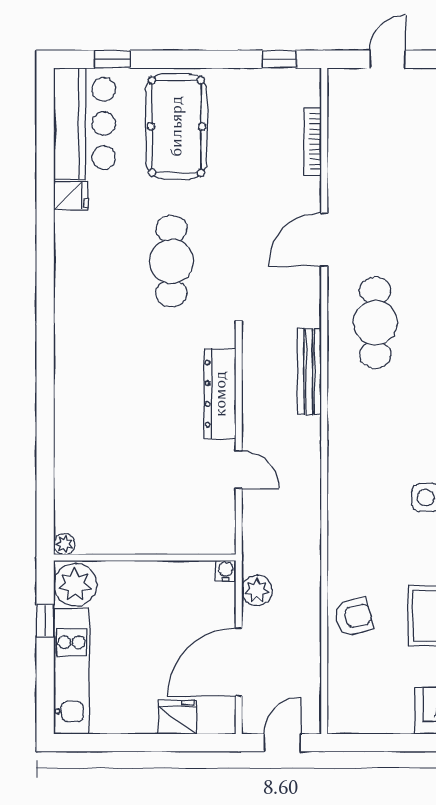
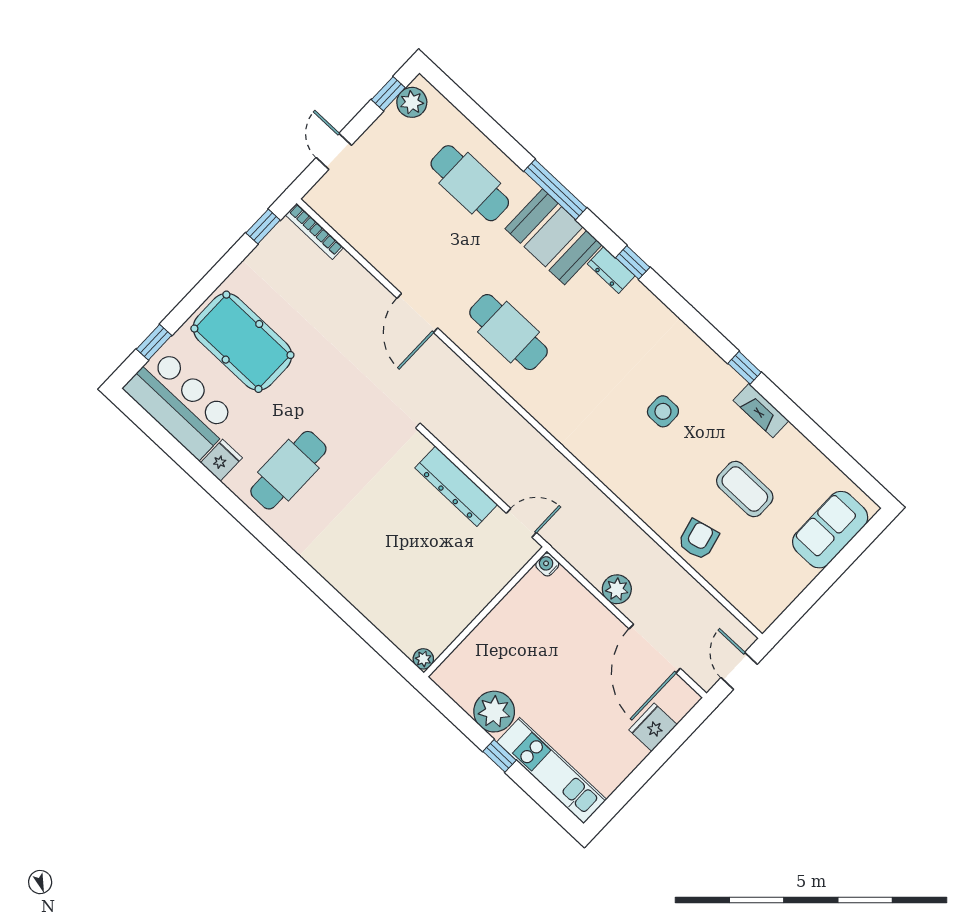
bookcase: (313, 142) -> (314, 231), moved
cafe table: (171, 261) -> (288, 470), moved, turned 90
bench: (309, 371) -> (499, 410), removed
plant: (64, 544) -> (423, 659), moved
wall: (145, 558) -> (485, 612), moved
water cooler: (226, 571) -> (547, 564), moved

